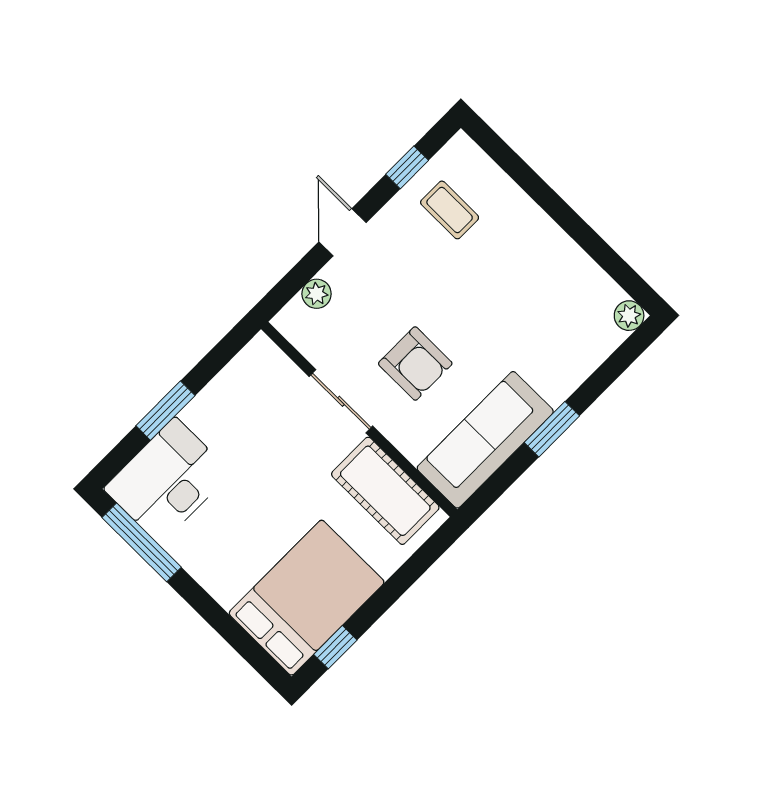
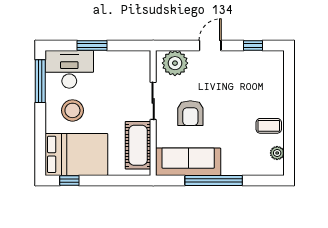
coffee table: (450, 210) -> (269, 126), moved, turned 90
plant: (317, 294) -> (175, 63), width x1.87, depth x1.87
plant: (629, 316) -> (277, 153), moved
window: (552, 429) -> (214, 180), width x2.11
stool: (234, 538) -> (72, 110), added

